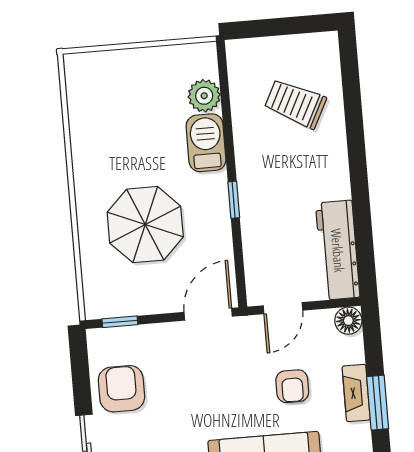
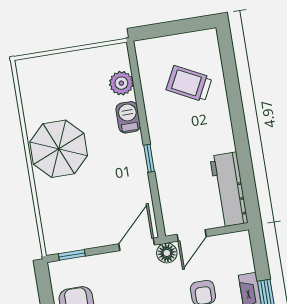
barbecue: (206, 143) -> (128, 117), width x0.73, depth x0.79
parasol: (145, 225) -> (59, 149), moved
floor lamp: (348, 321) -> (167, 253), moved

